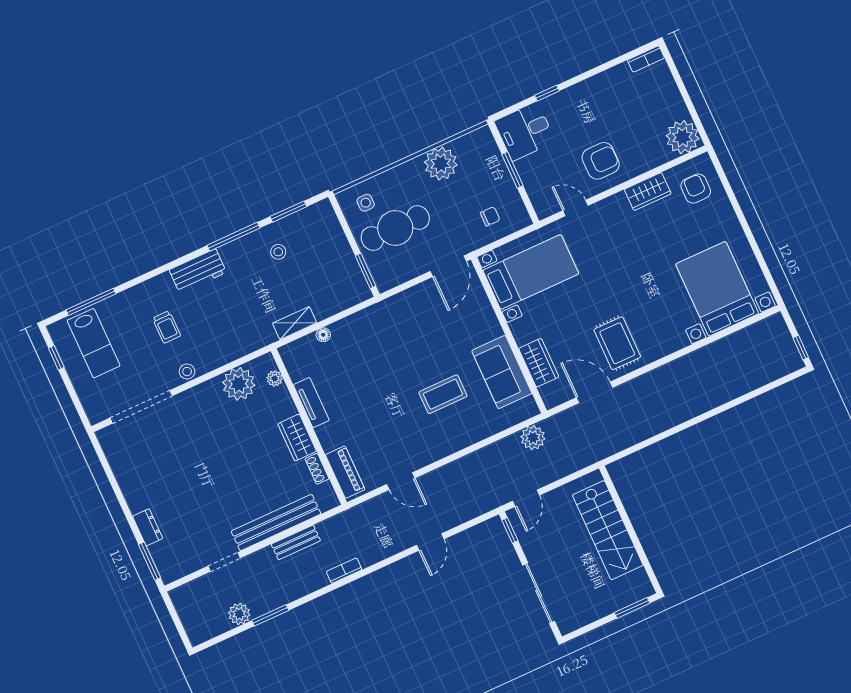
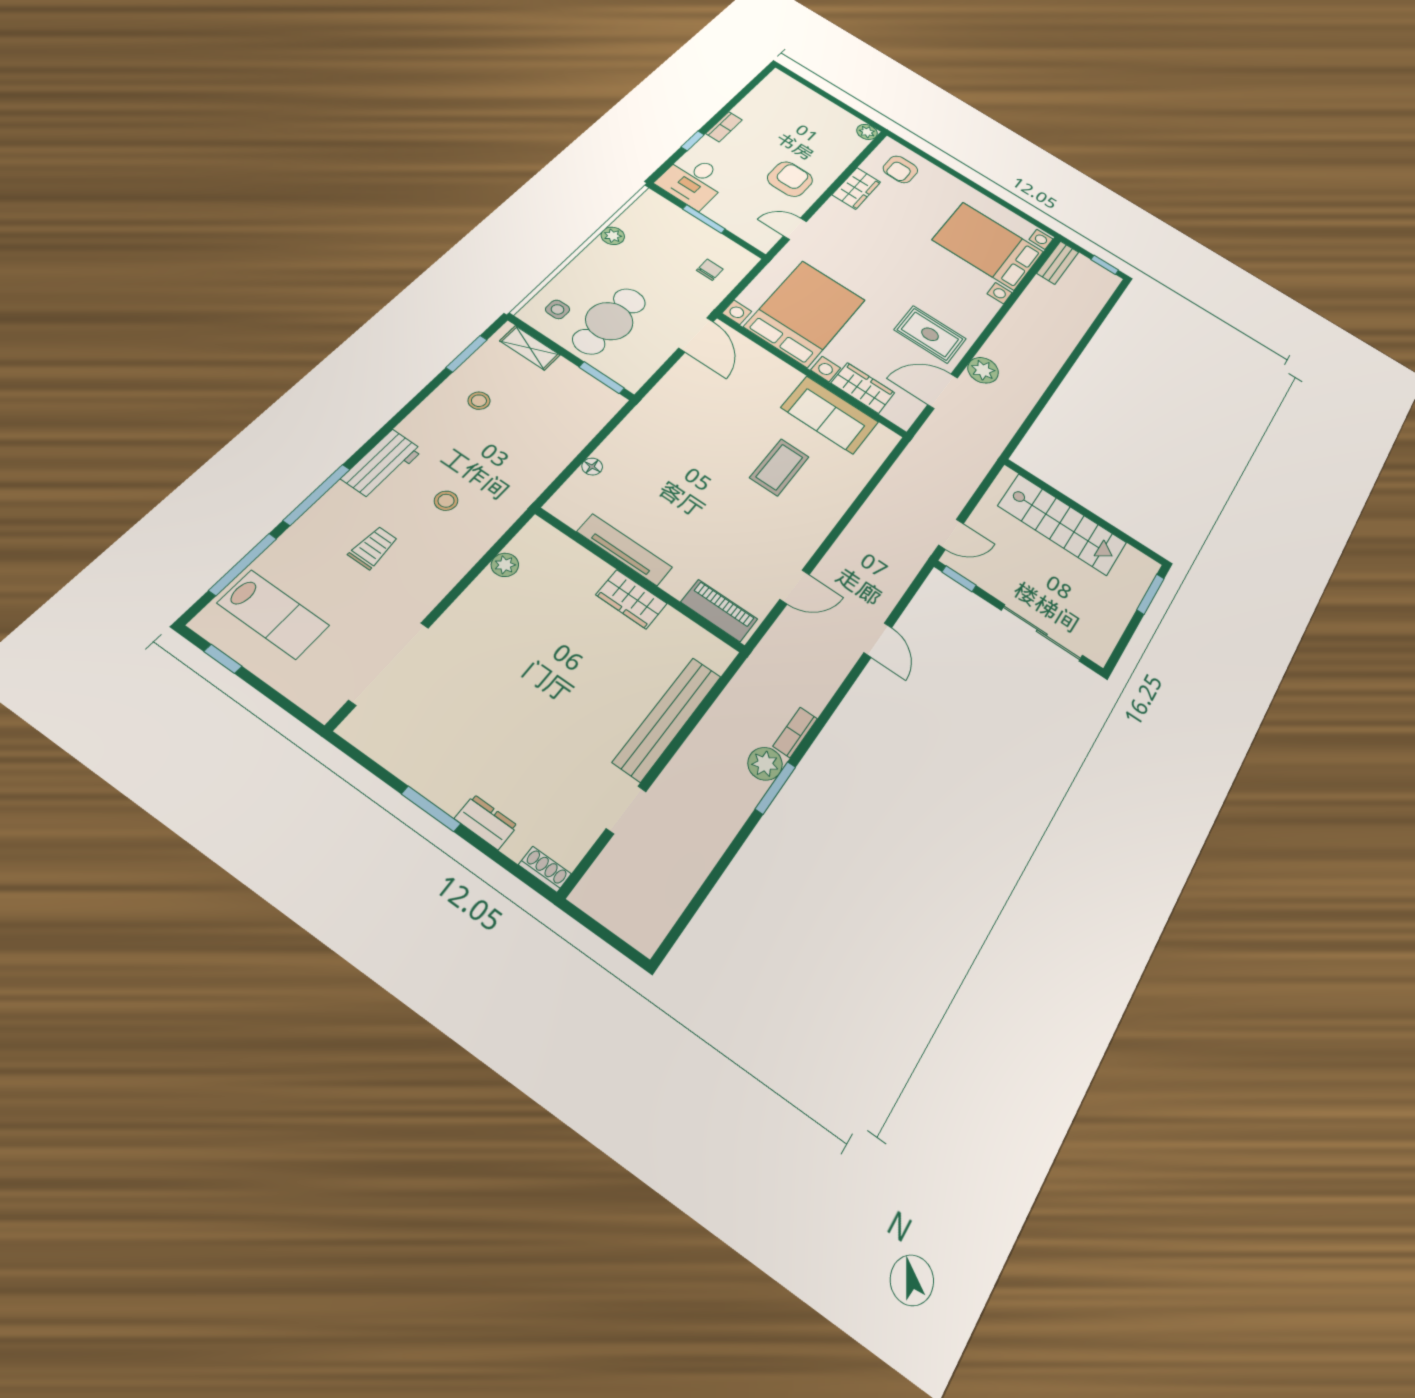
bookcase: (646, 59) -> (724, 127), moved
plant: (682, 137) -> (867, 132), width x0.53, depth x0.53
plant: (441, 164) -> (613, 236), width x0.53, depth x0.53
armchair: (696, 189) -> (900, 169), turned -90
window: (233, 237) -> (317, 495), moved
bed with nightstands: (531, 272) -> (805, 313), width x1.36
shelving: (295, 323) -> (530, 348), moved, turned 90
trolley: (167, 327) -> (373, 548), turned -90
stool: (187, 372) -> (446, 501), moved
plant: (275, 378) -> (559, 543), removed
plant: (239, 384) -> (505, 565), width x0.53, depth x0.53
tv unit: (311, 403) -> (624, 549), width x1.41
plant: (533, 438) -> (983, 370), moved
shoe rack: (317, 469) -> (545, 869), moved, turned 180
door: (526, 498) -> (951, 534), hinge flipped
bench: (296, 542) -> (1058, 263), moved
window: (149, 561) -> (431, 809), moved
plant: (239, 614) -> (765, 764), moved
window: (270, 615) -> (775, 788), moved

